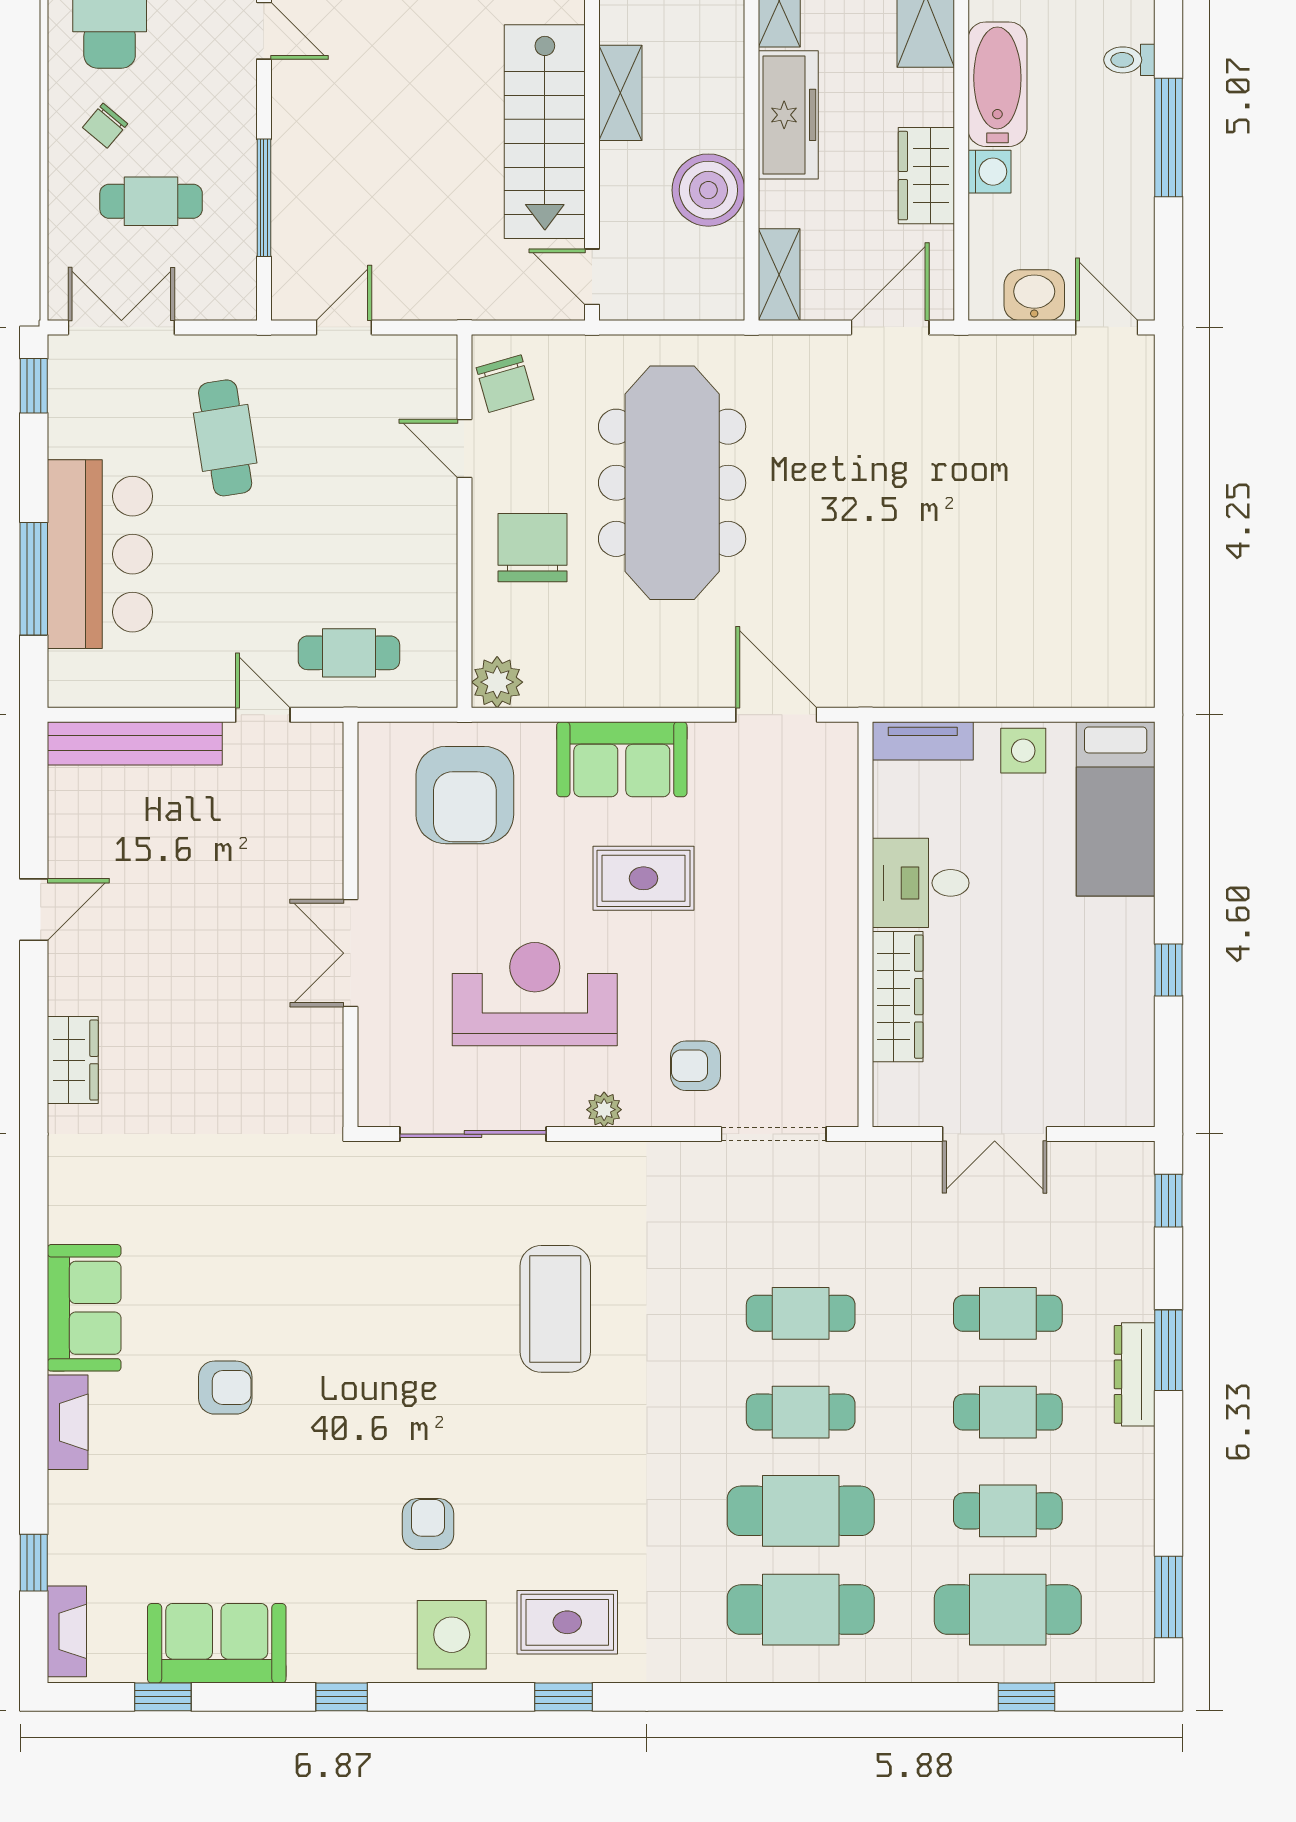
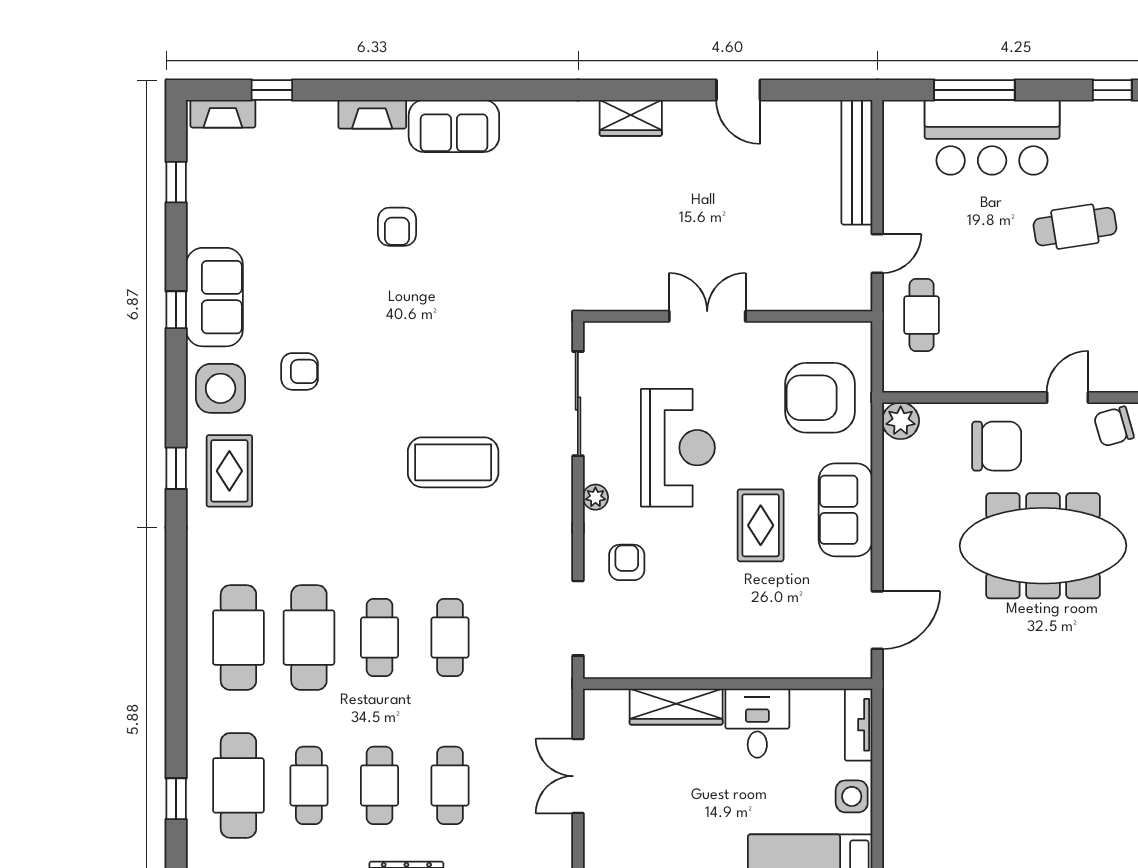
sofa: (217, 1643) -> (214, 297), moved

